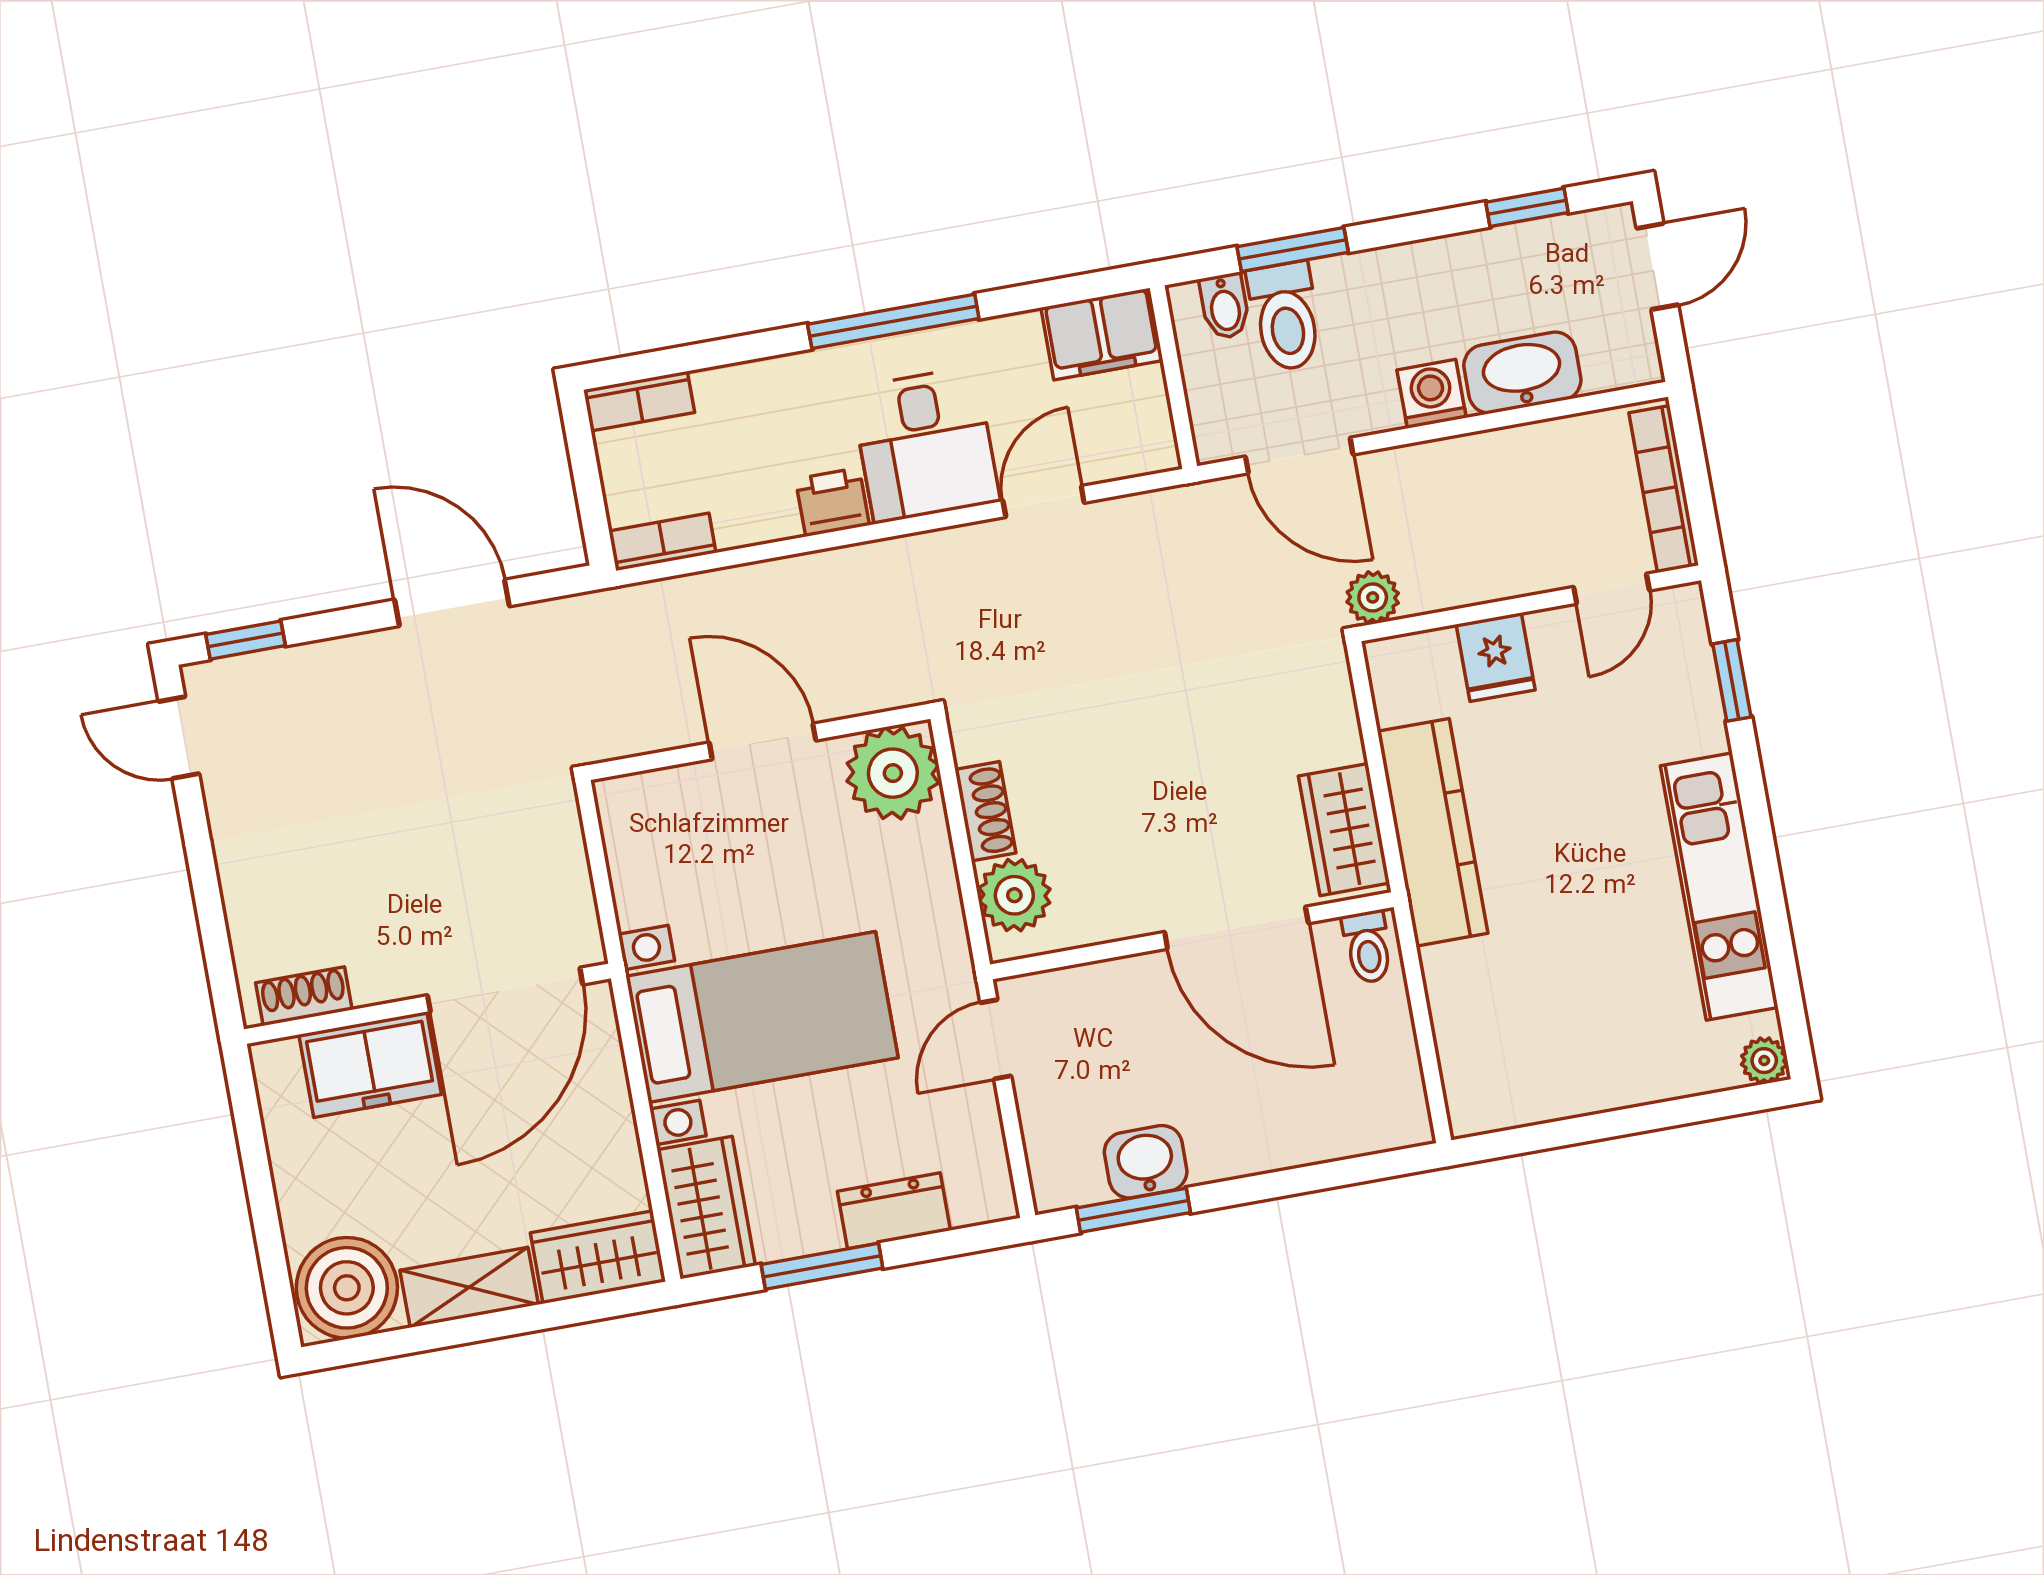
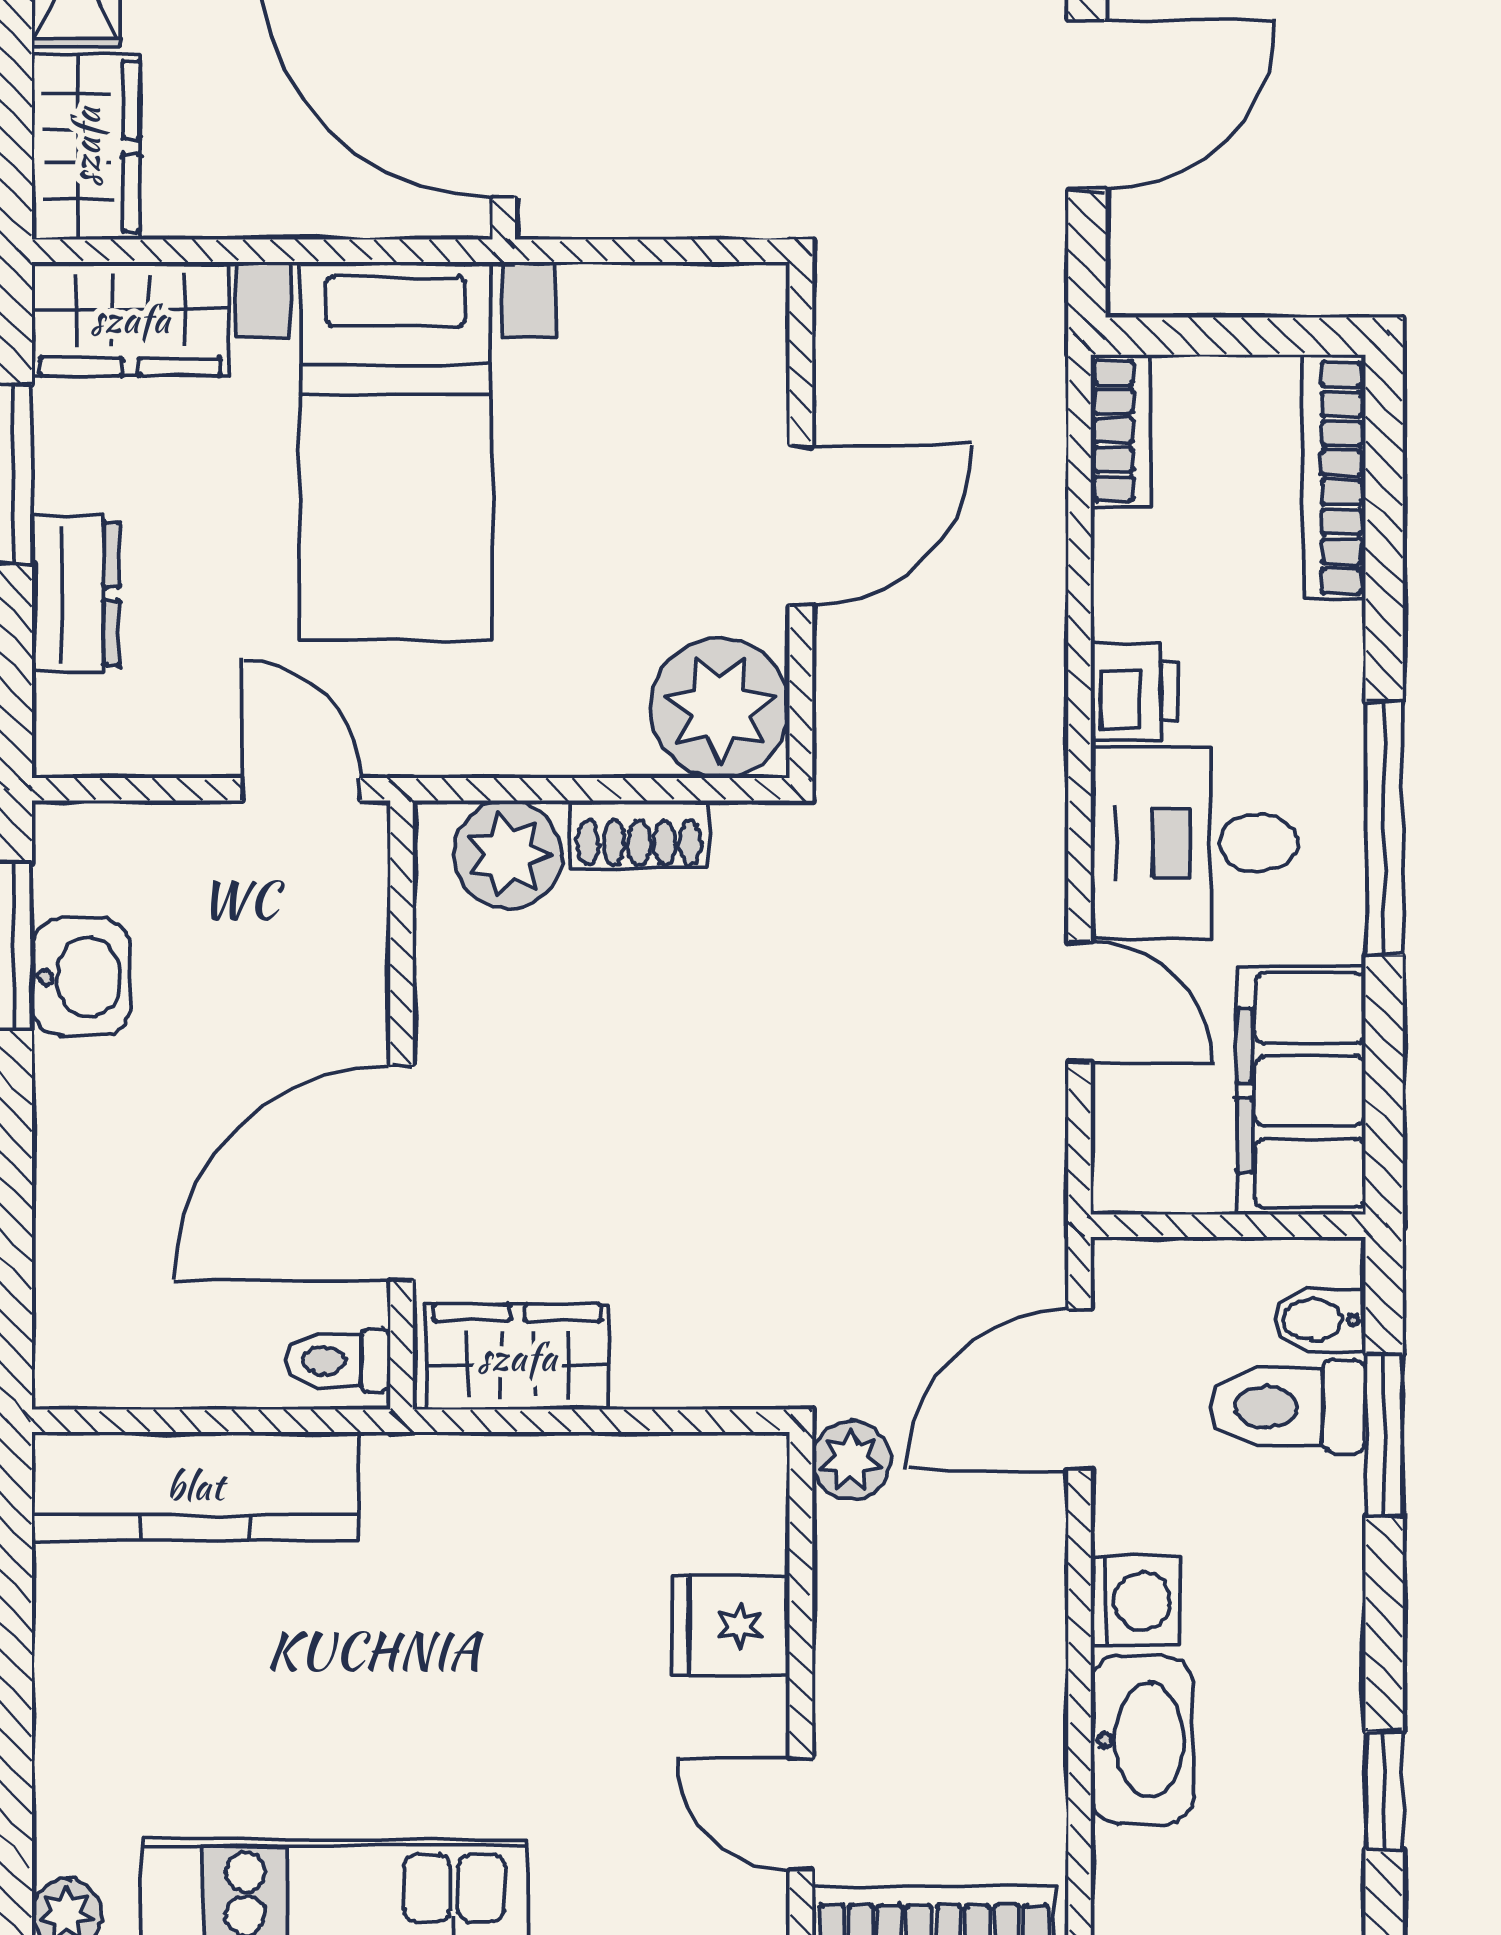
filing cabinet: (1102, 334) -> (1301, 1091), width x1.50, depth x1.17
bookcase: (639, 401) -> (1334, 478), width x1.56
kitchen counter: (1433, 832) -> (195, 1486), moved

